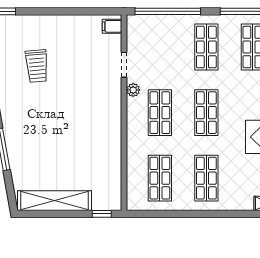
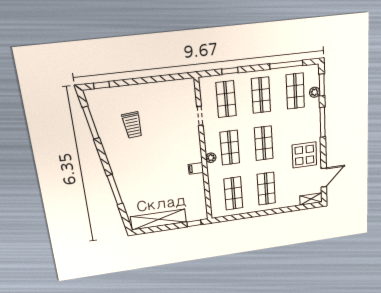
window: (168, 11) -> (230, 71), width x0.32
filing cabinet: (112, 26) -> (196, 168), moved
shop shelf: (160, 47) -> (226, 99), added
plant: (133, 90) -> (211, 158), moved

